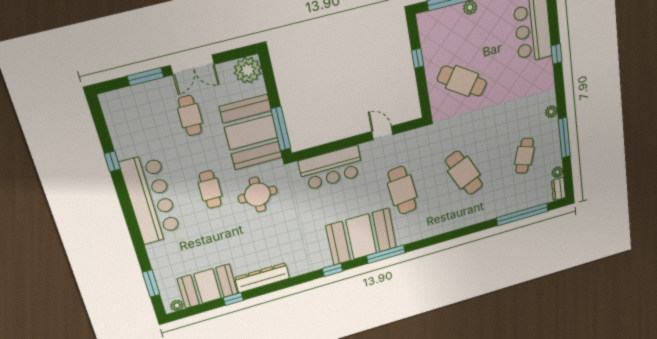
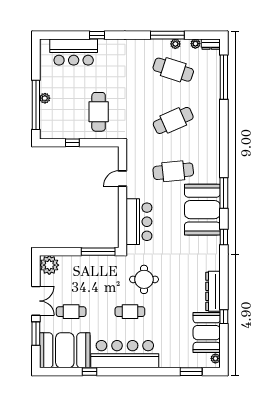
cafe table: (462, 81) -> (99, 112), turned -34
plant: (551, 112) -> (175, 44), moved
booth: (251, 132) -> (65, 350), moved
cafe table: (524, 156) -> (173, 70), width x1.37, depth x1.35

